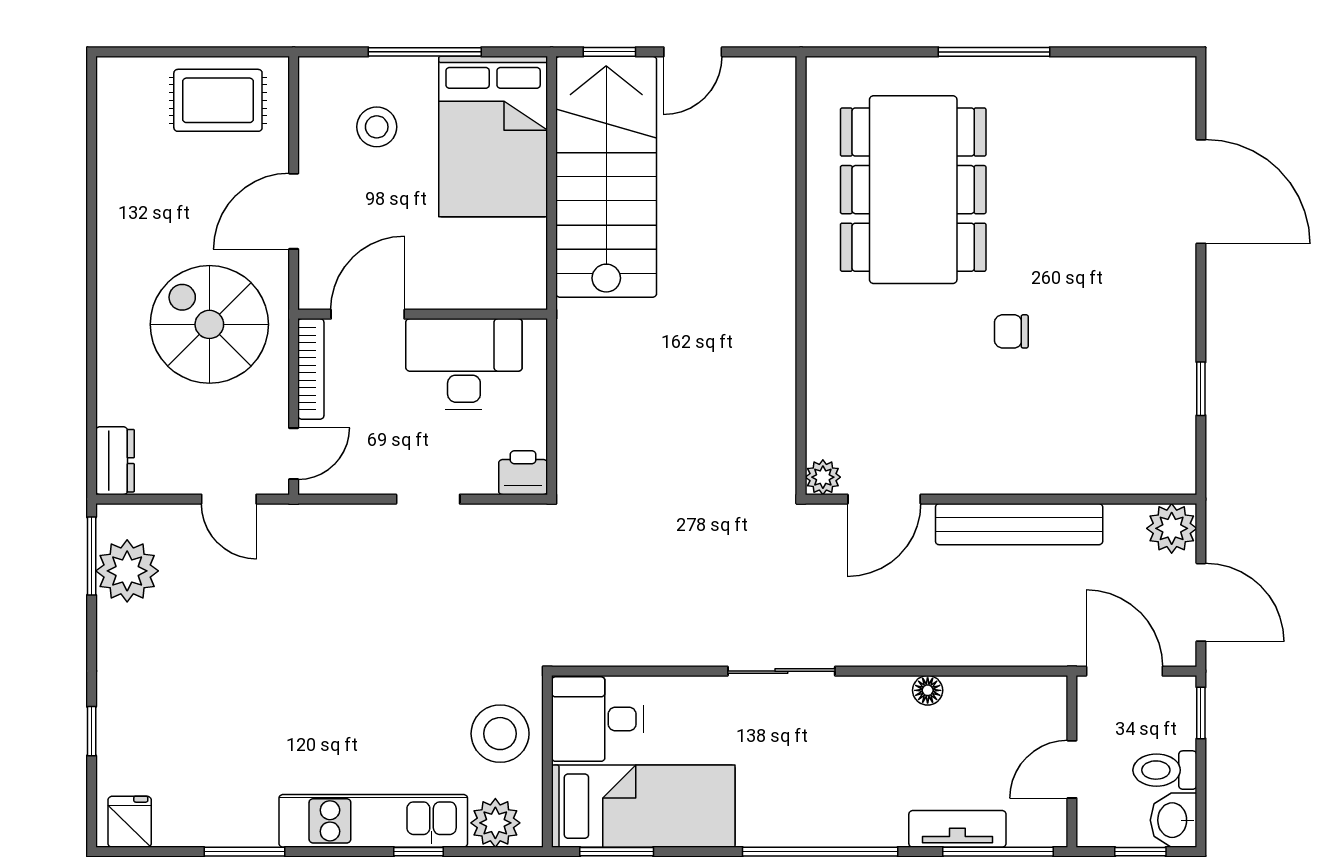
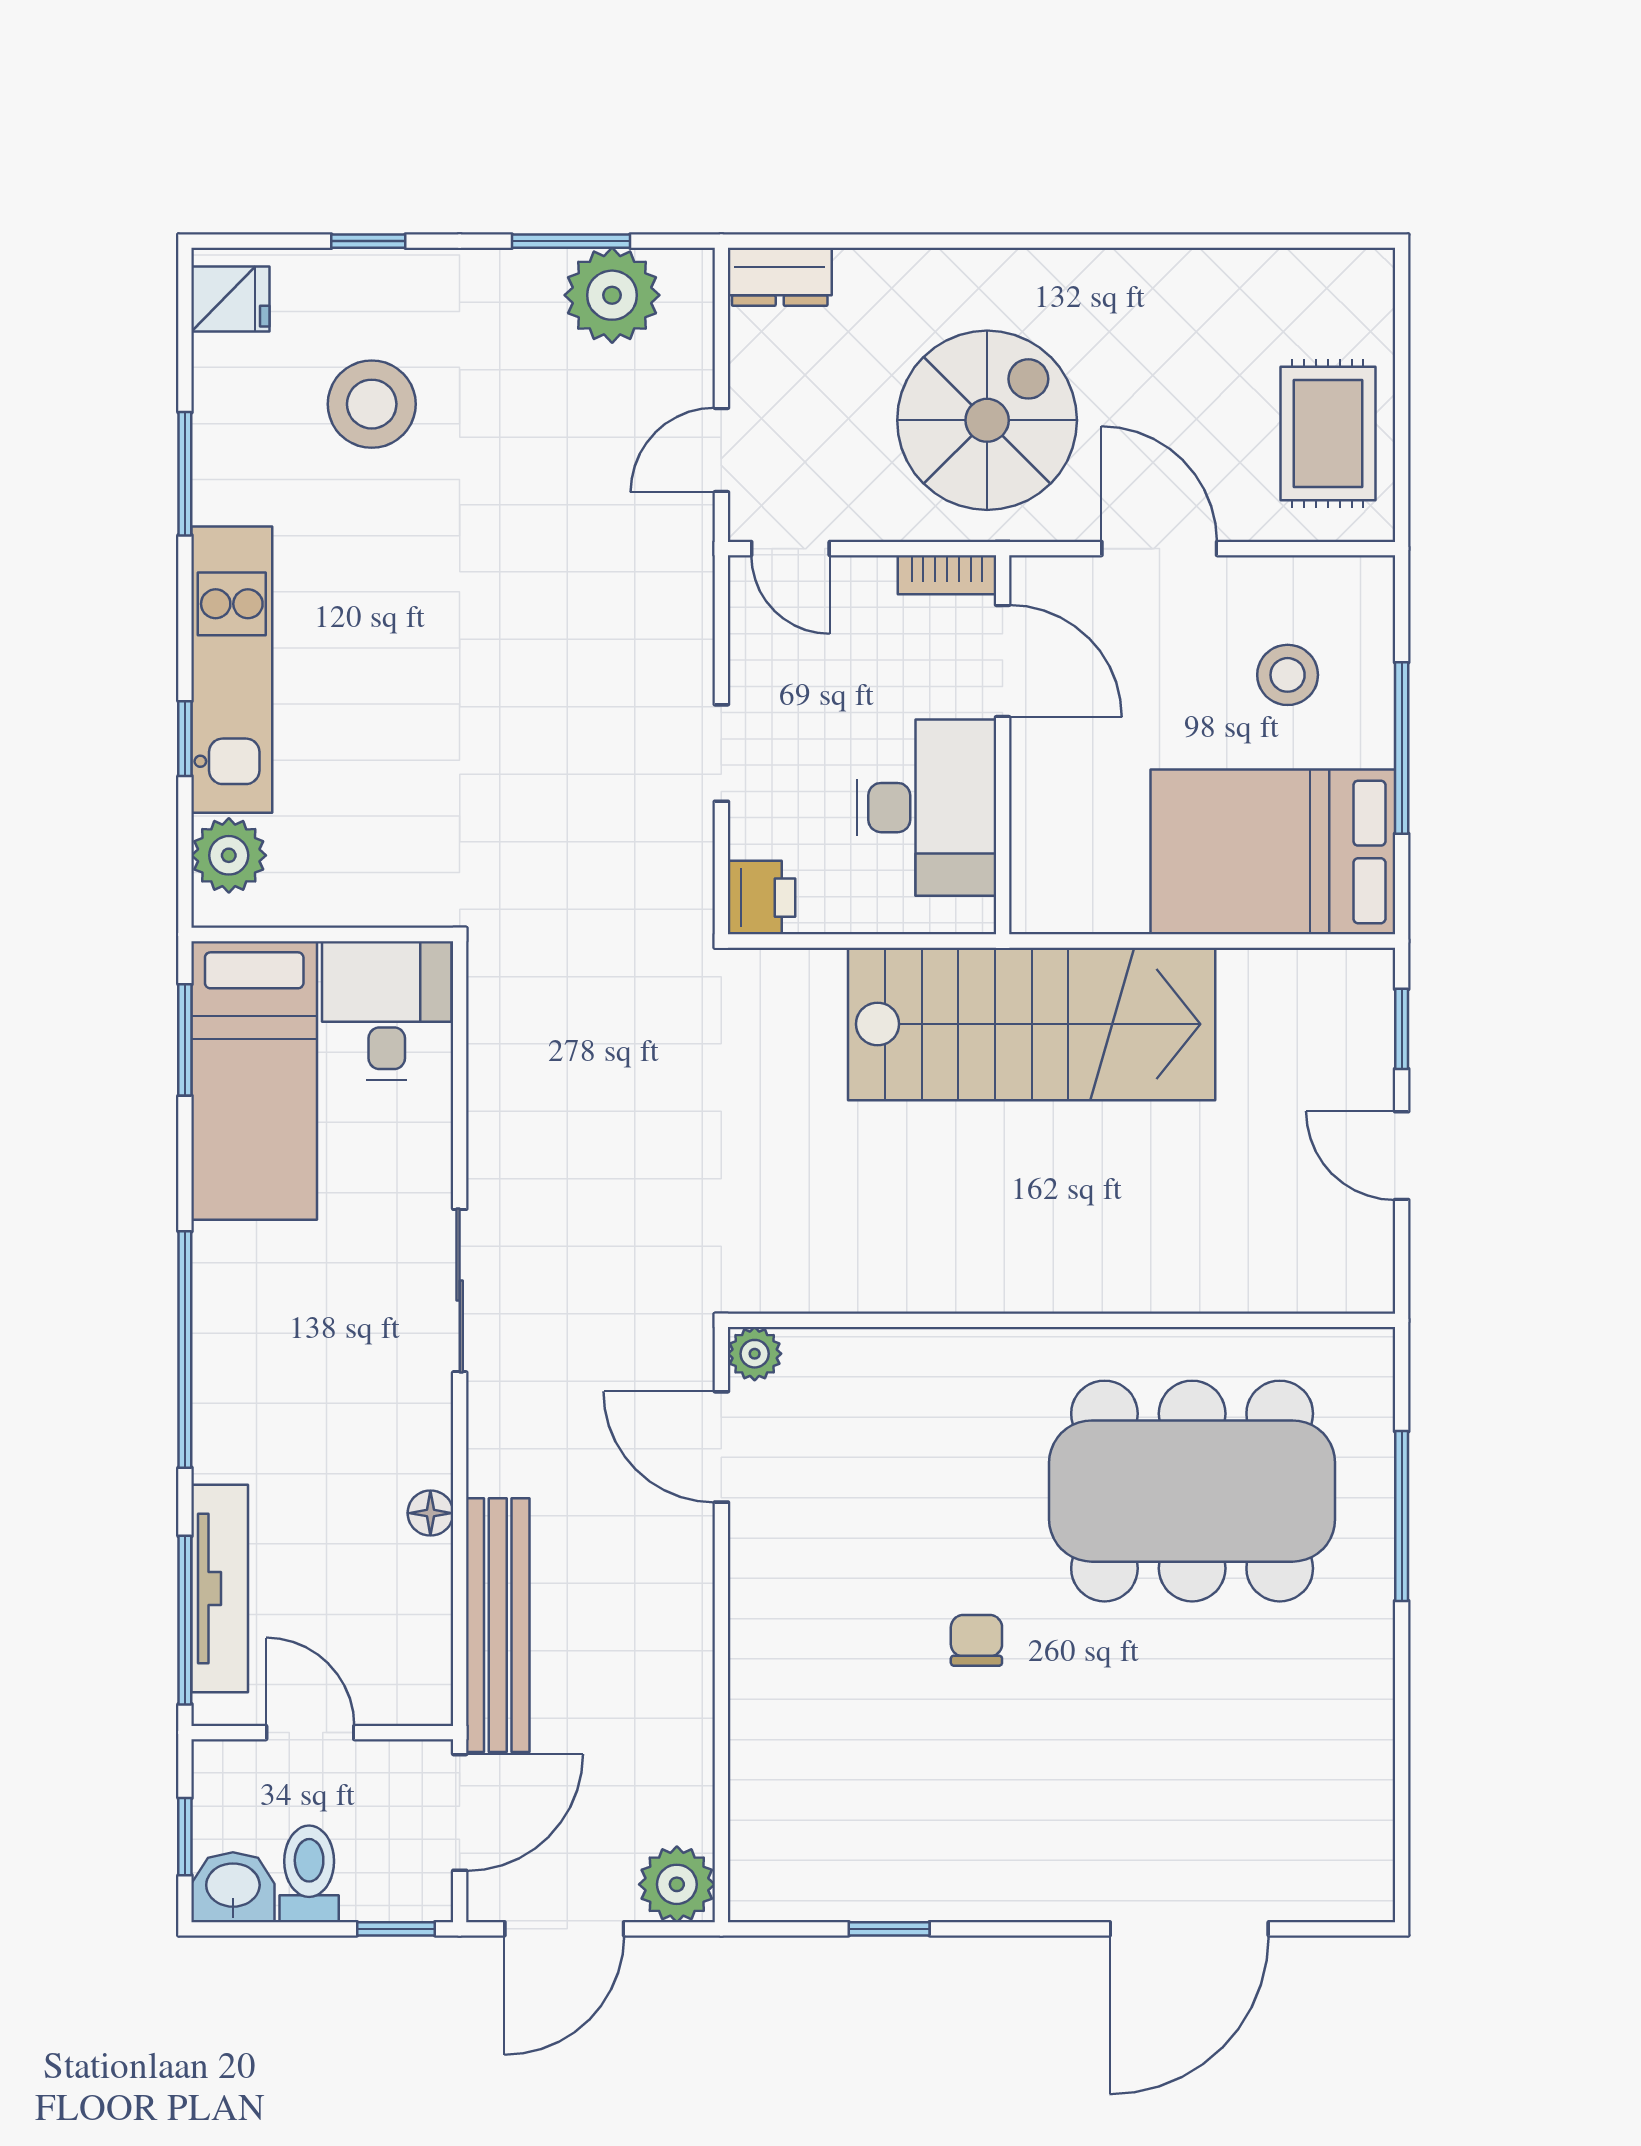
window: (994, 52) -> (1402, 1516), moved
stairs: (606, 177) -> (1032, 1024), moved
bookcase: (311, 369) -> (947, 575), width x0.64
bench: (1019, 524) -> (498, 1625), moved
window: (92, 556) -> (571, 241), moved
stool: (500, 734) -> (372, 404), moved
tv unit: (957, 829) -> (220, 1589), width x1.41

